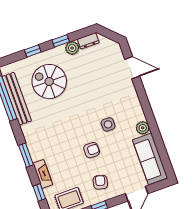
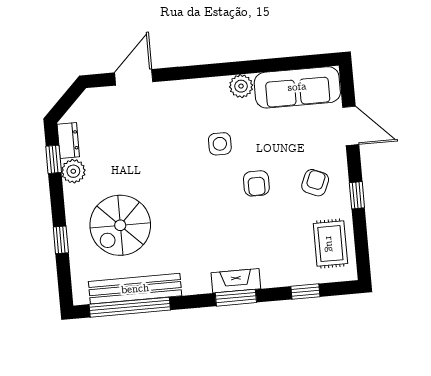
window: (61, 41) -> (54, 159), moved
armchair: (92, 150) -> (256, 183), turned 180
fireplace: (43, 174) -> (236, 281), moved
armchair: (100, 182) -> (315, 183), turned 99

